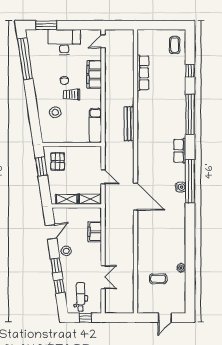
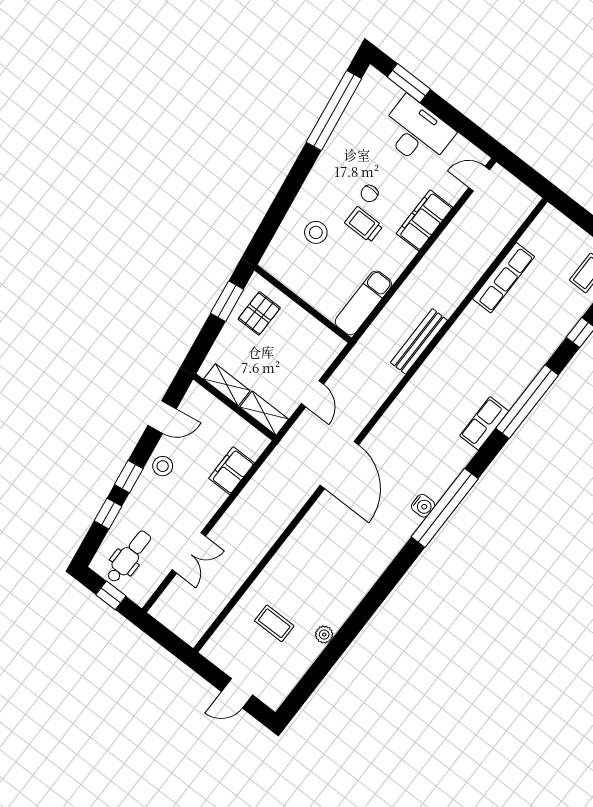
row of seats: (180, 151) -> (484, 423), moved

